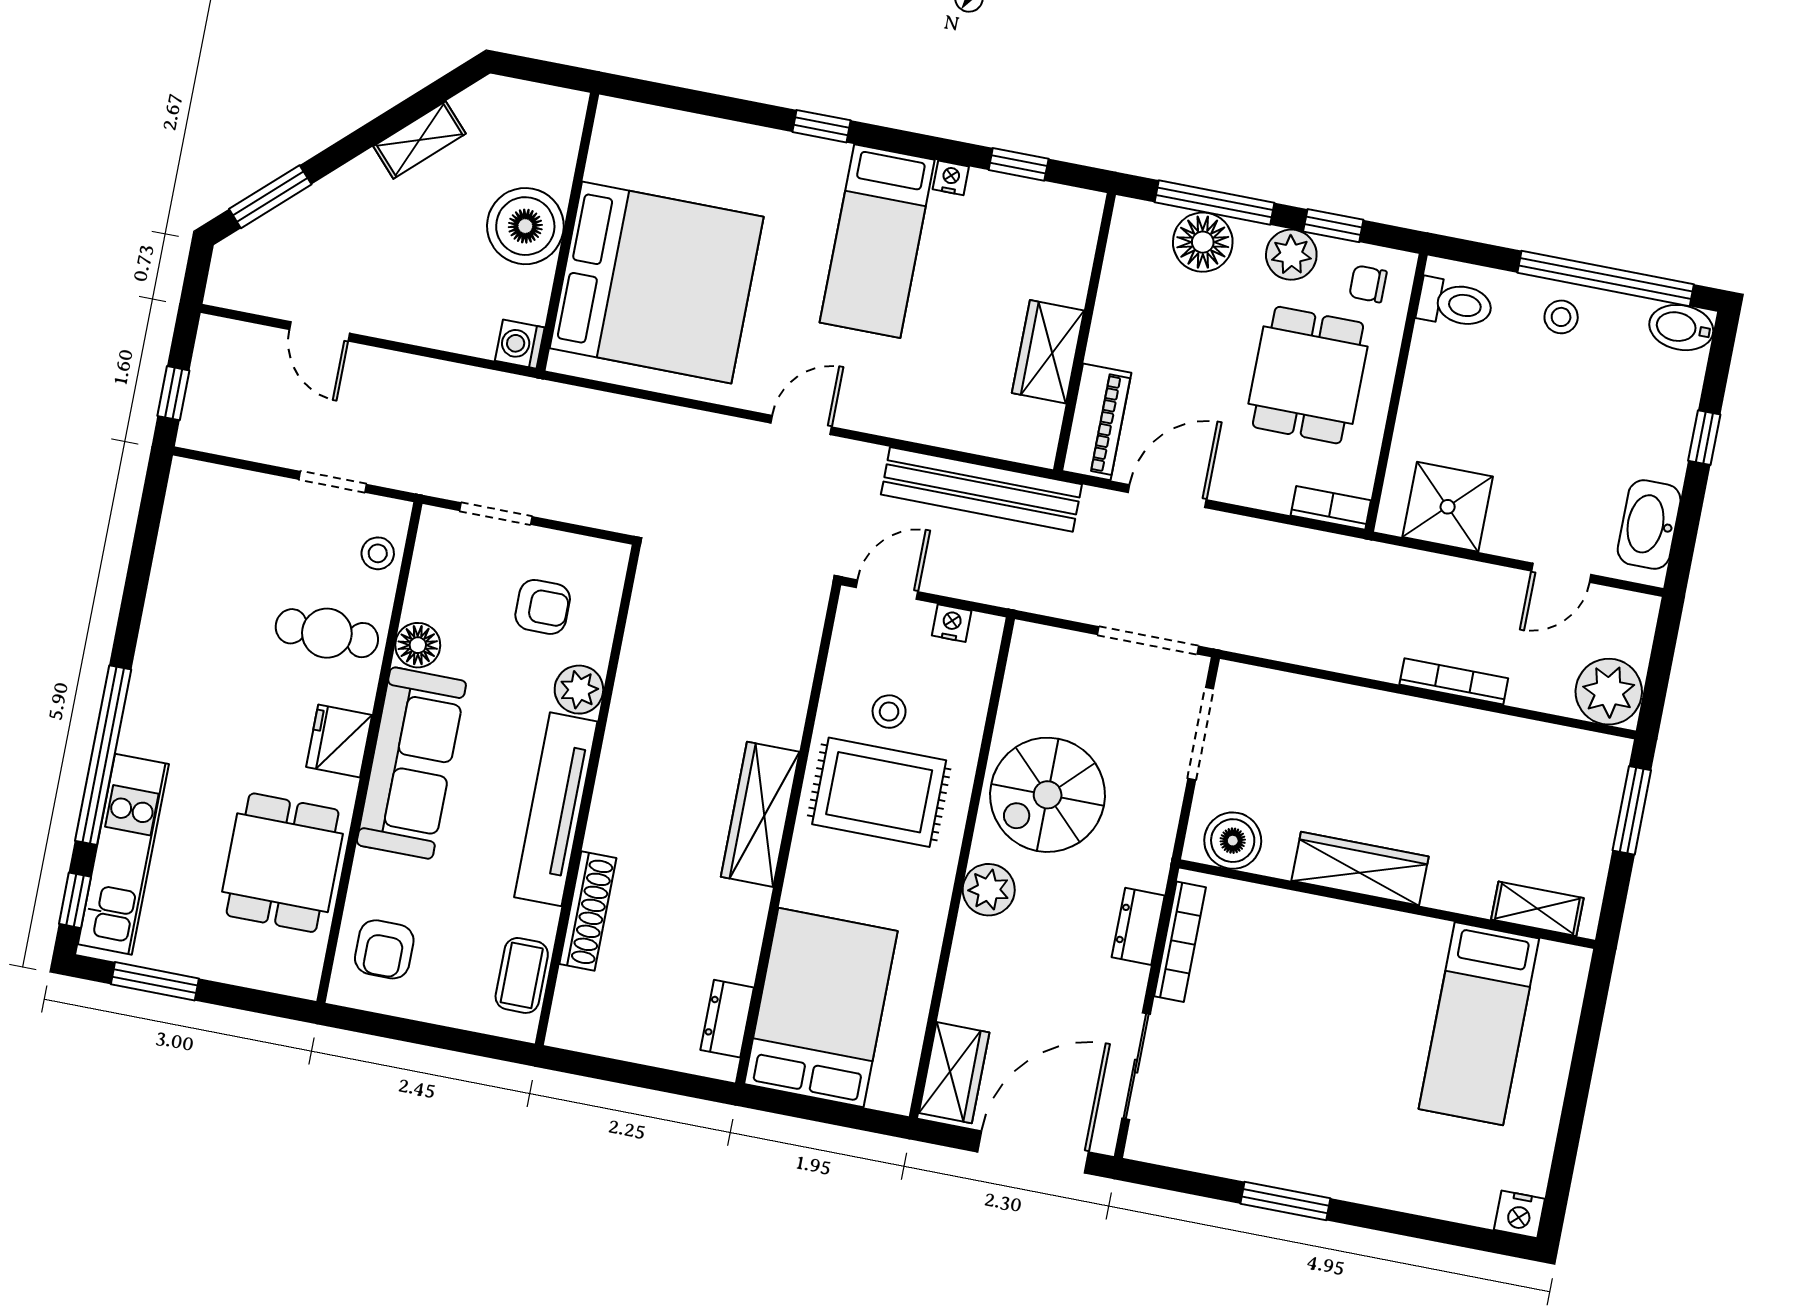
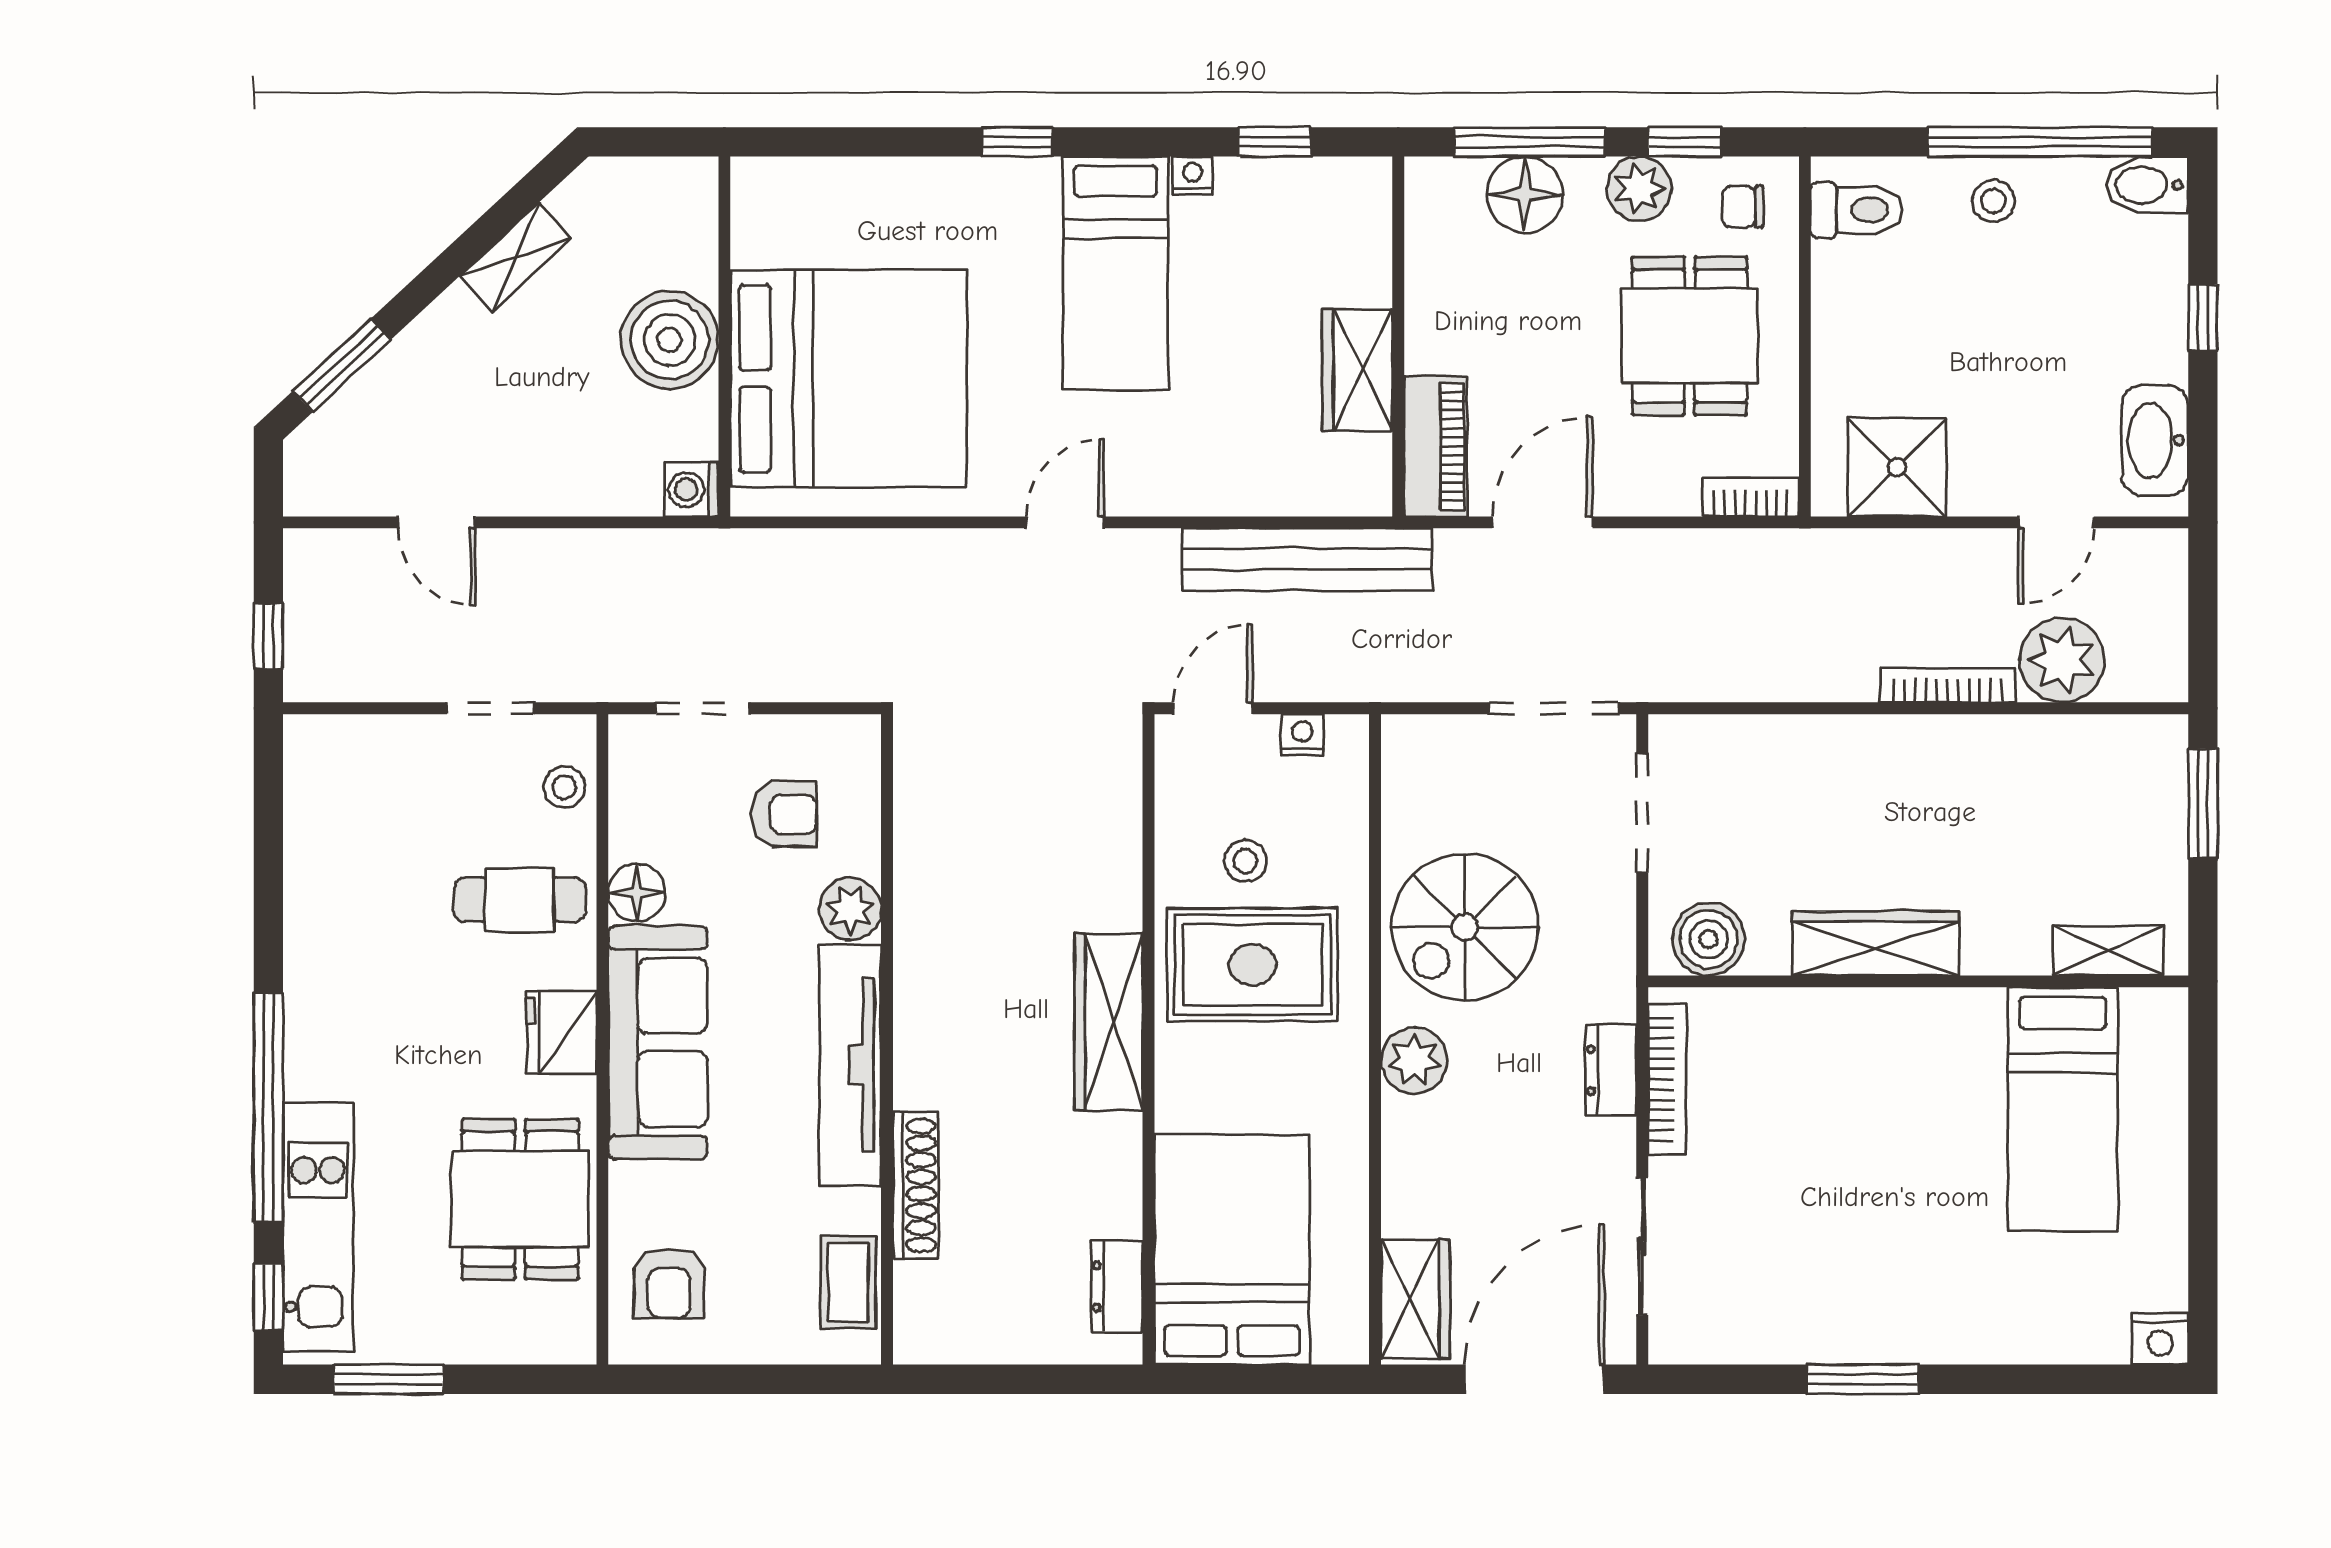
plant: (1609, 692) -> (2062, 660), moved

